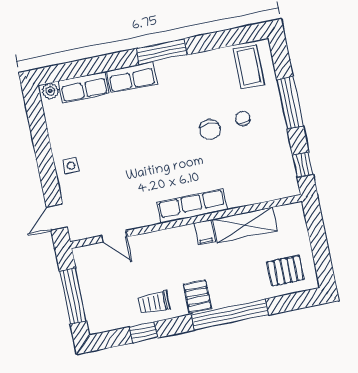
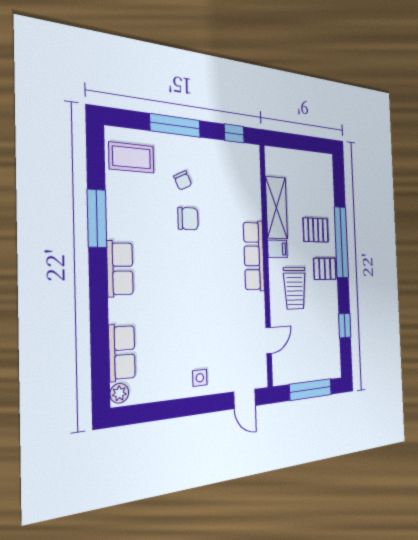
window: (162, 52) -> (97, 218), moved
row of seats: (132, 77) -> (120, 269), moved
chair: (243, 118) -> (183, 180), turned -115
pallet: (286, 271) -> (316, 230), moved, turned 90
trolley: (154, 303) -> (295, 288), moved, width x1.36, depth x1.39

